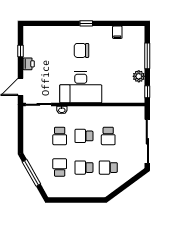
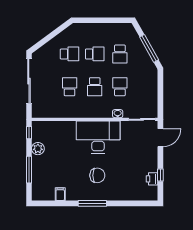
window: (86, 23) -> (92, 203), width x2.17
printer: (29, 64) -> (152, 179), moved
school desk: (84, 136) -> (95, 87), turned 90

